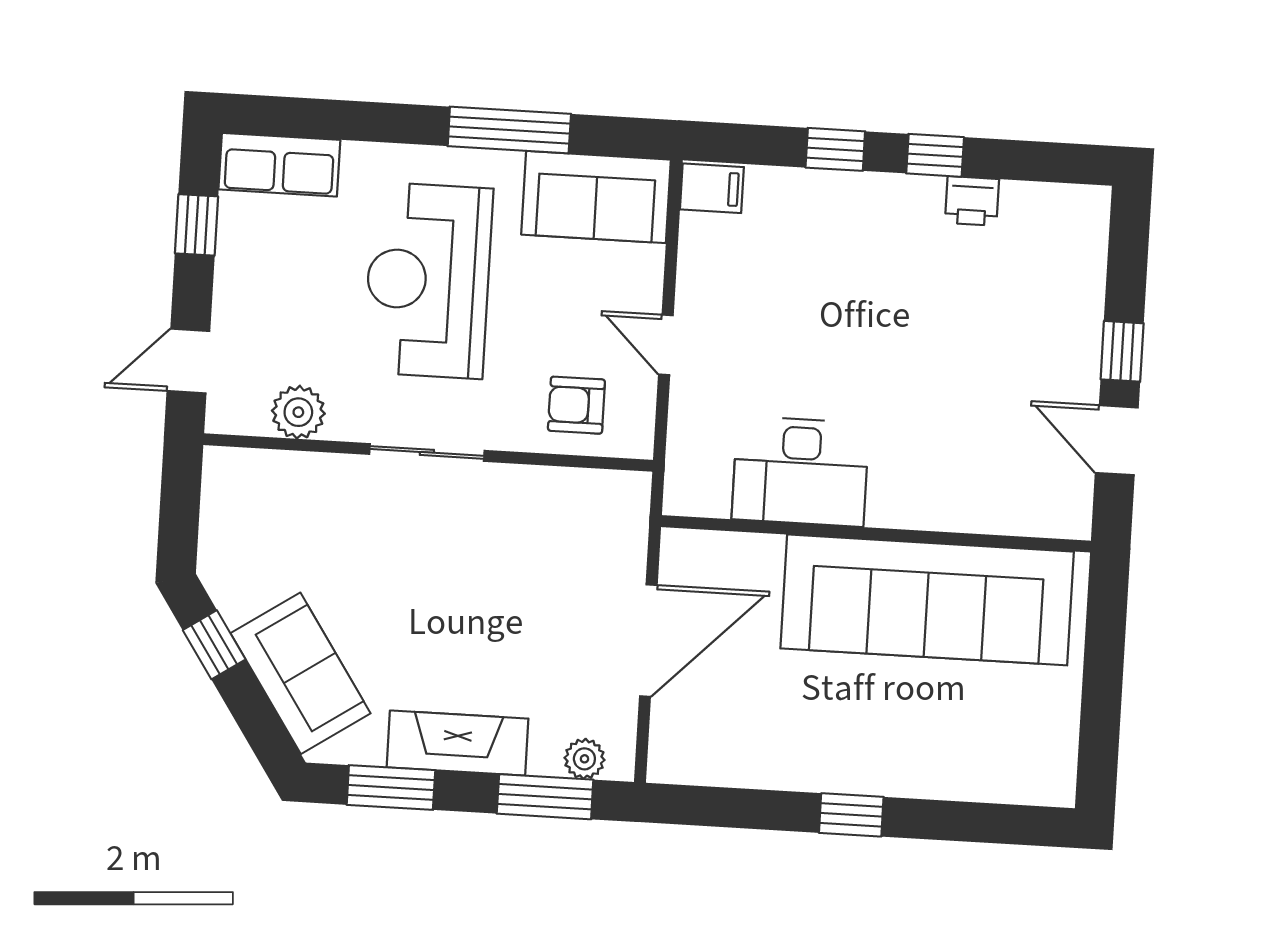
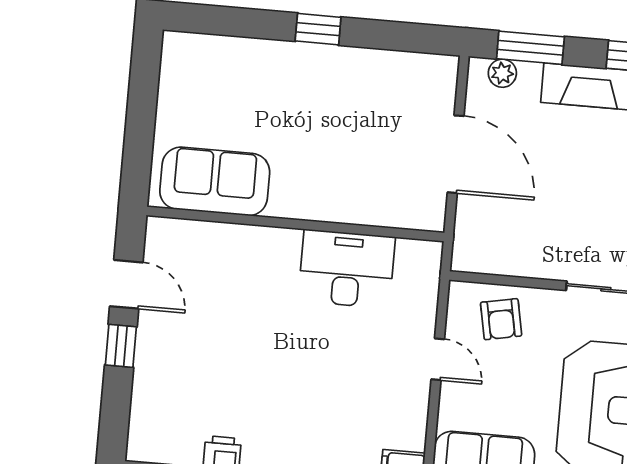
armchair: (576, 405) -> (501, 319), turned 79
sofa: (927, 600) -> (215, 181), width x0.54, depth x0.79
door: (648, 641) -> (456, 154), swing flipped

